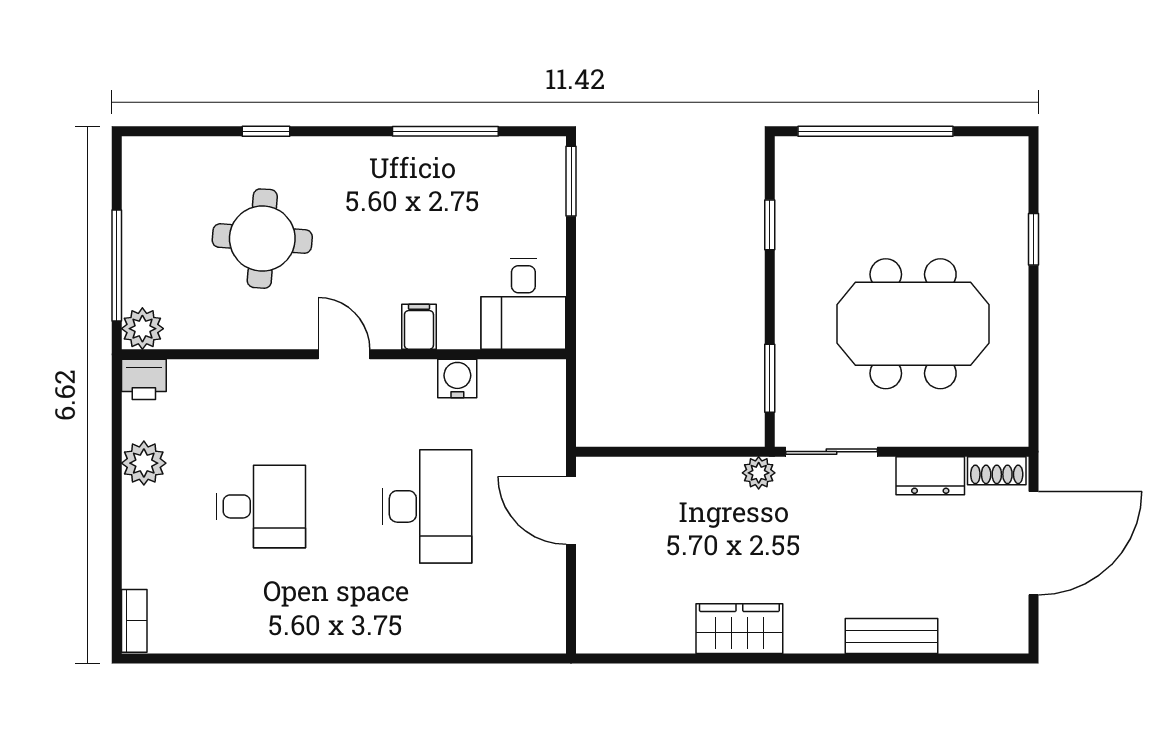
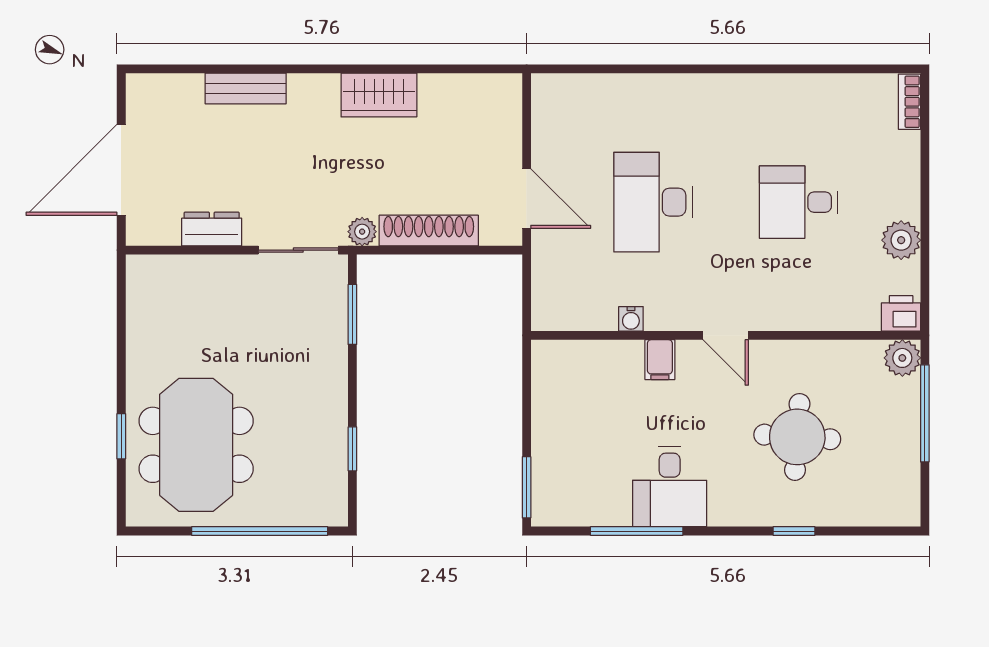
desk: (523, 304) -> (670, 487), moved, turned 180
meeting table: (913, 324) -> (196, 445), moved, turned 90
water cooler: (457, 379) -> (631, 319), width x0.72, depth x0.72
shoe rack: (997, 471) -> (429, 231), moved, width x1.94, depth x1.24

